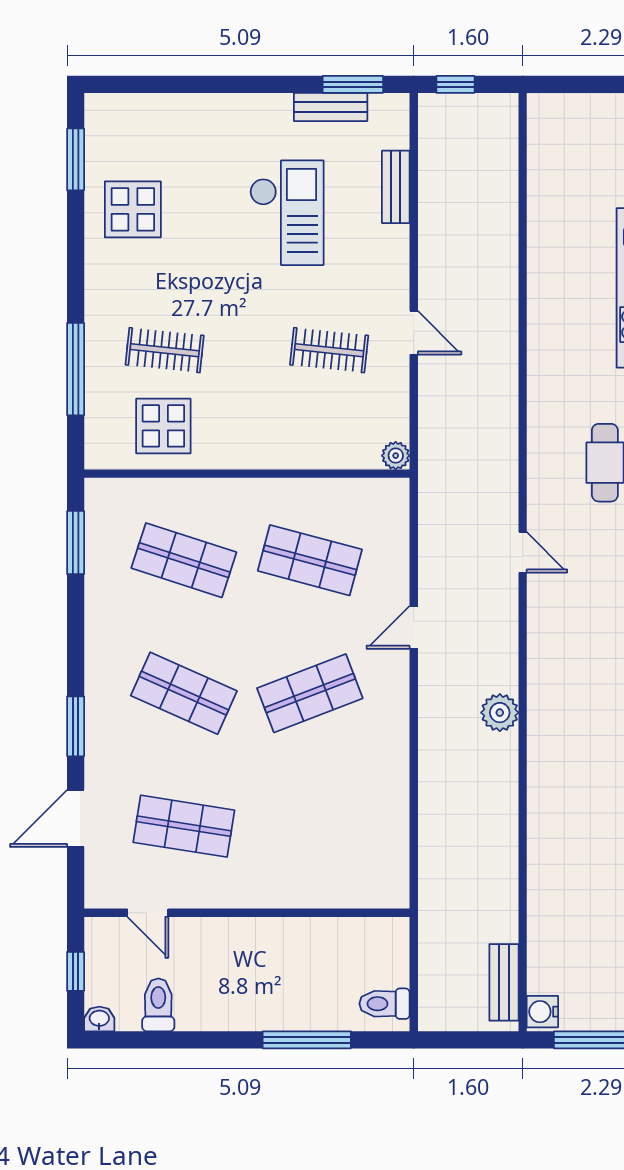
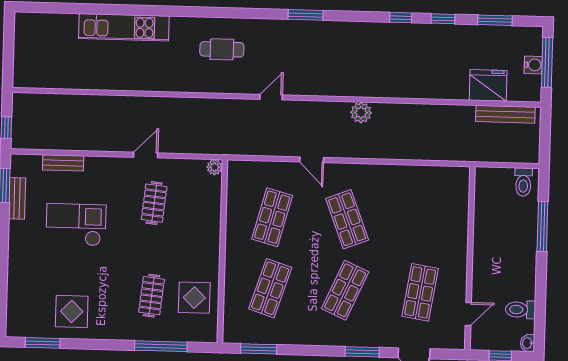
fridge: (554, 936) -> (488, 85), added
bench: (504, 982) -> (505, 114), width x1.36
water cooler: (542, 1012) -> (533, 65), moved, turned -90

